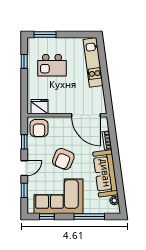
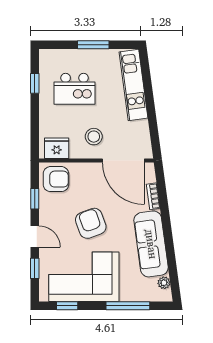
window: (45, 34) -> (93, 45), moved
stool: (65, 98) -> (94, 137), added
armchair: (39, 128) -> (56, 179), turned -90
armchair: (63, 159) -> (91, 223), turned 138
door: (24, 168) -> (35, 236), hinge flipped

